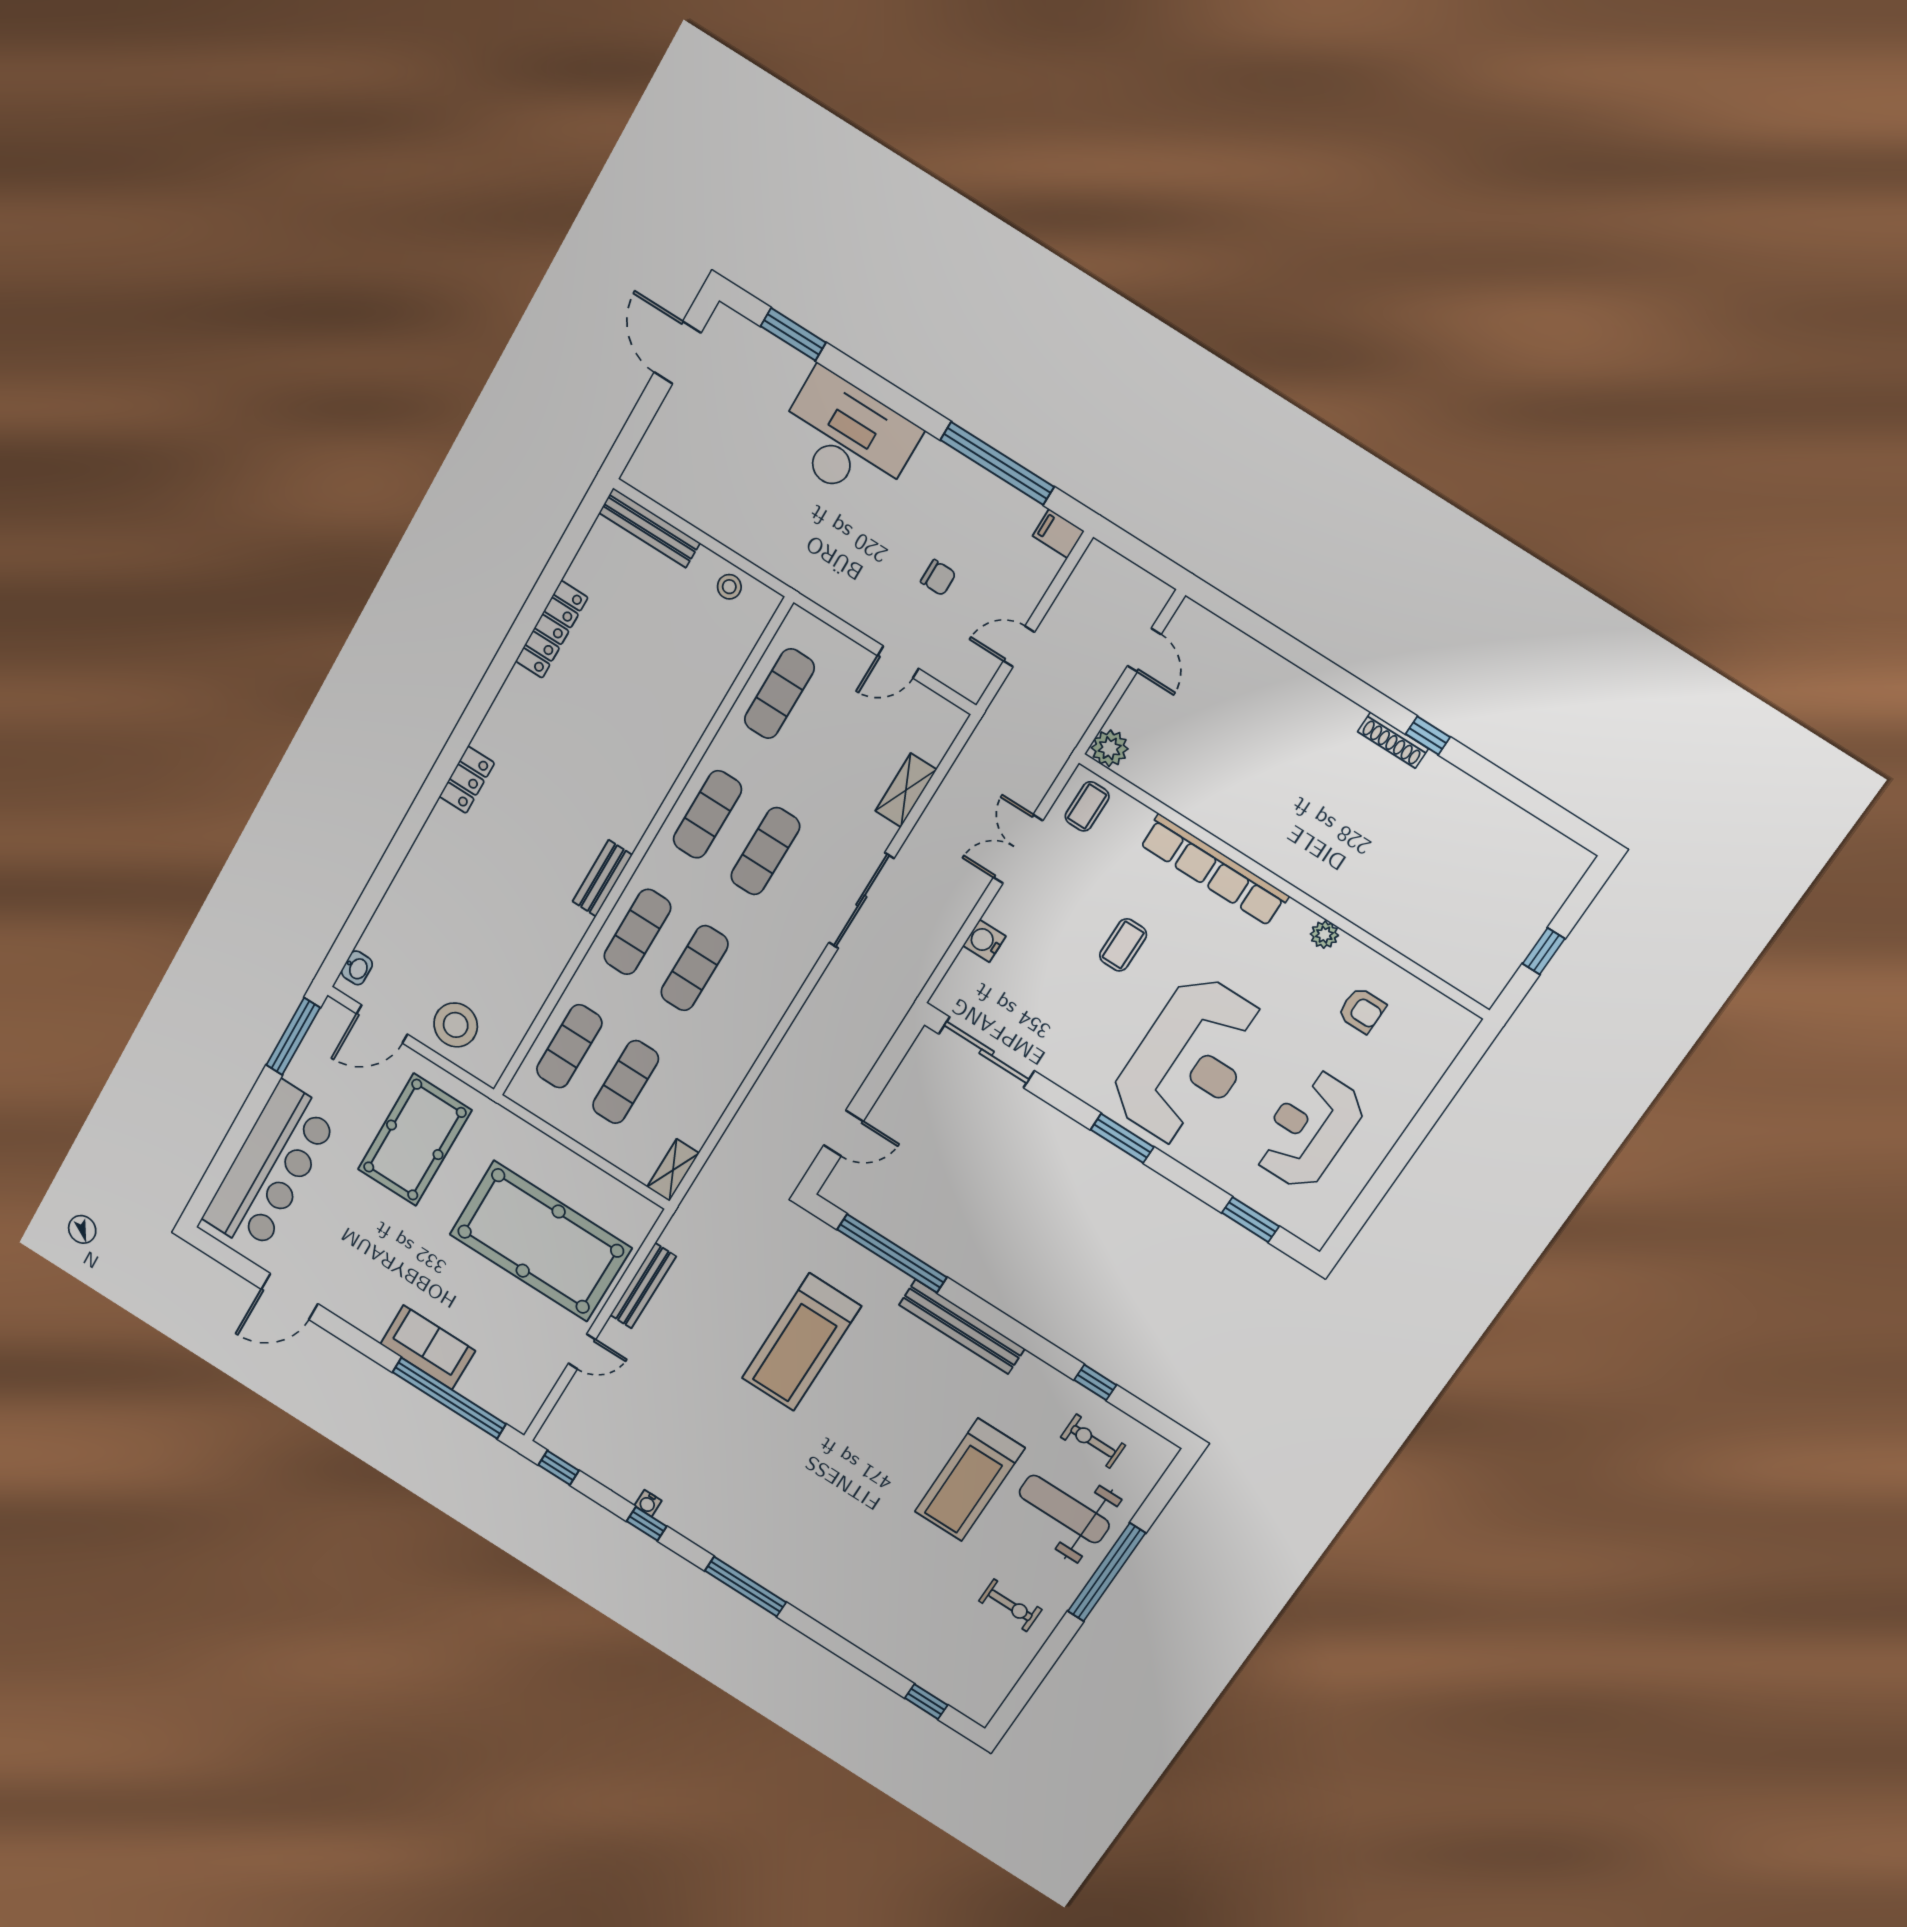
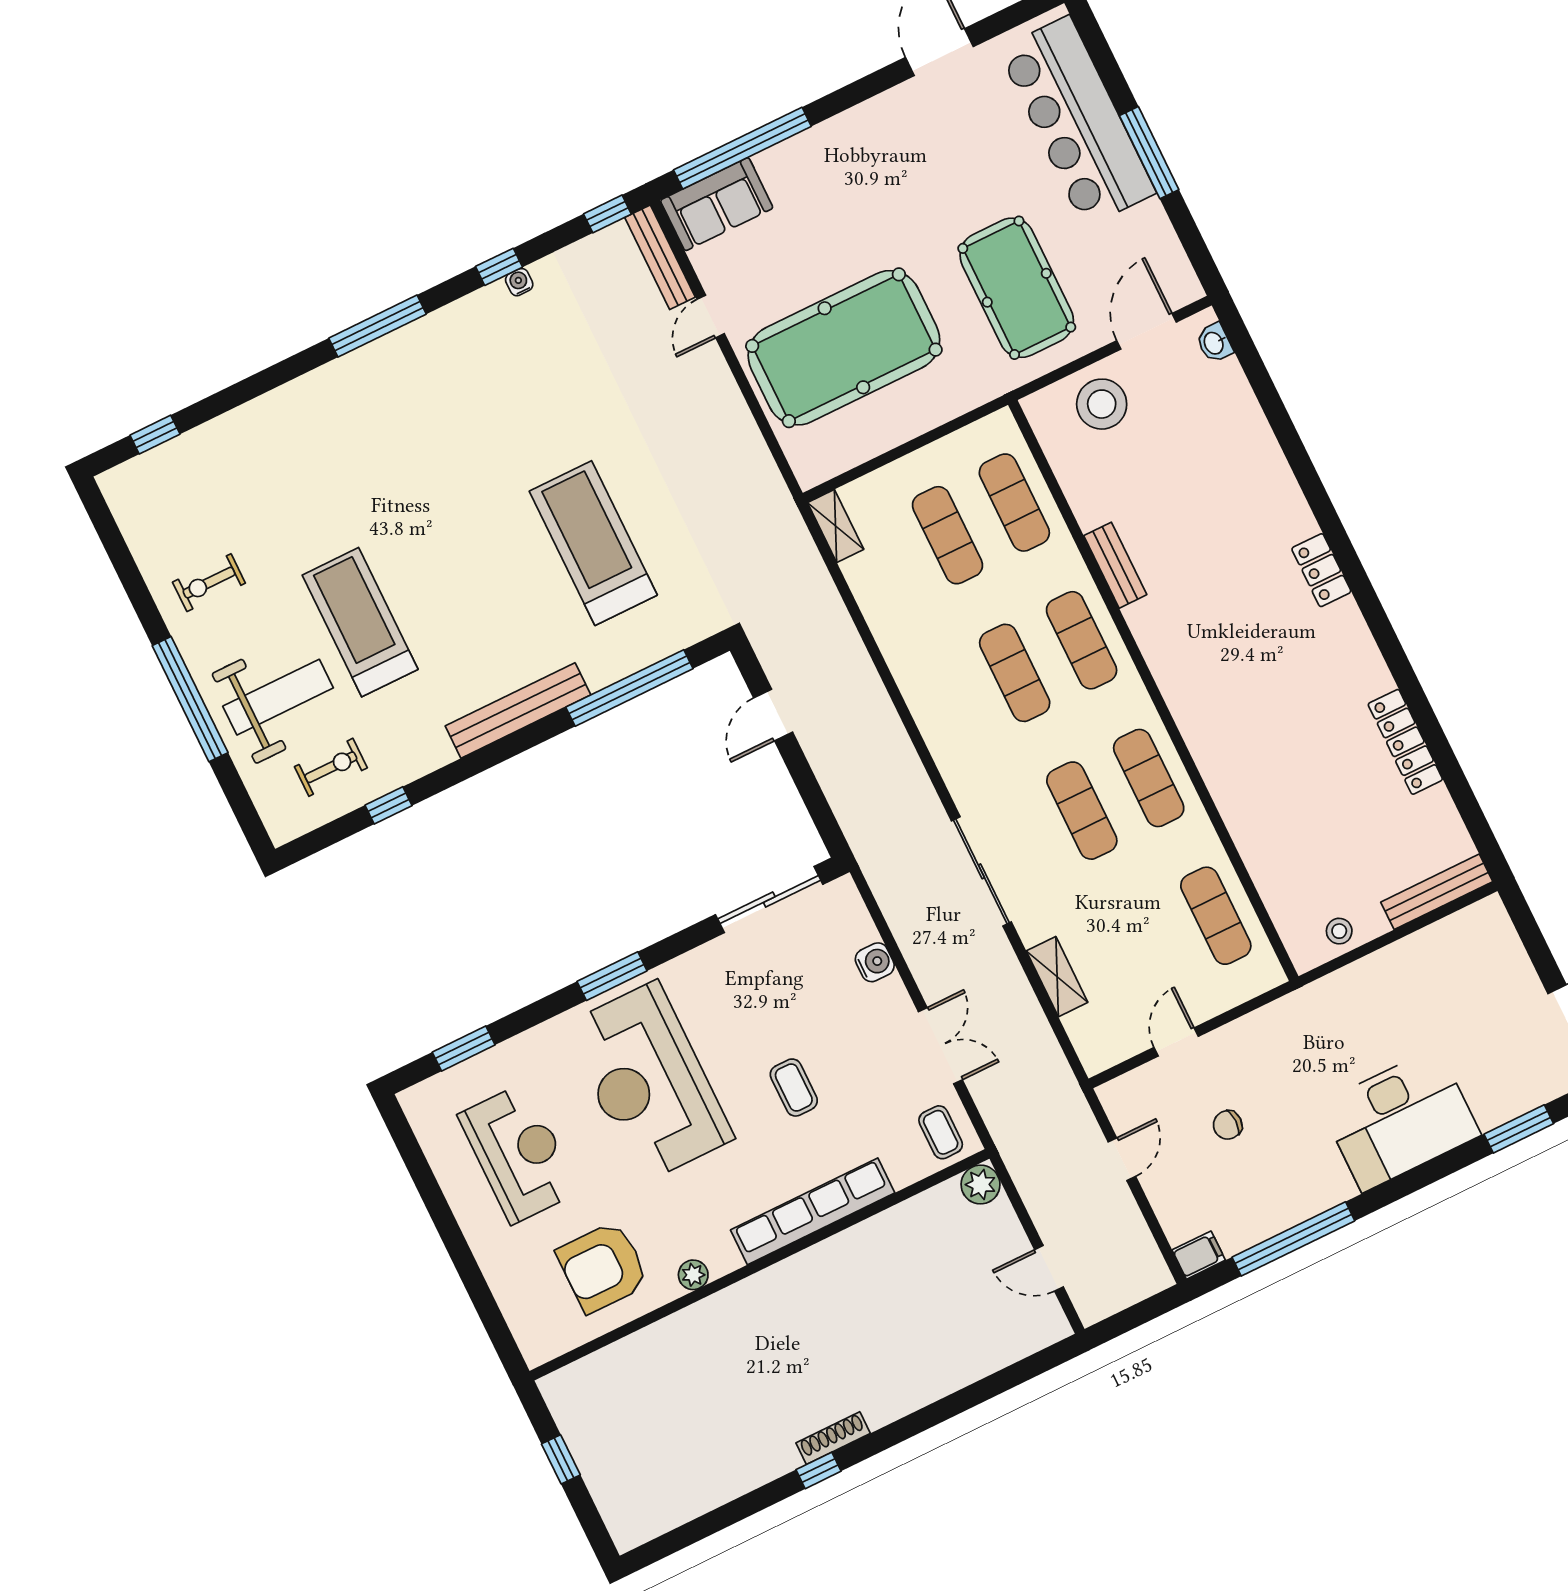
bench: (602, 878) -> (1115, 565), moved
armchair: (1362, 1010) -> (603, 1267), width x1.88, depth x1.88
window: (293, 1036) -> (1149, 153), moved
bench: (643, 1286) -> (660, 257), moved
sofa: (428, 1347) -> (717, 204), moved

